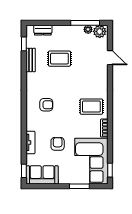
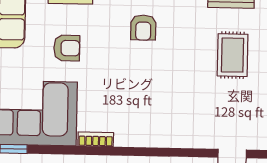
rug: (91, 107) -> (138, 115), removed

